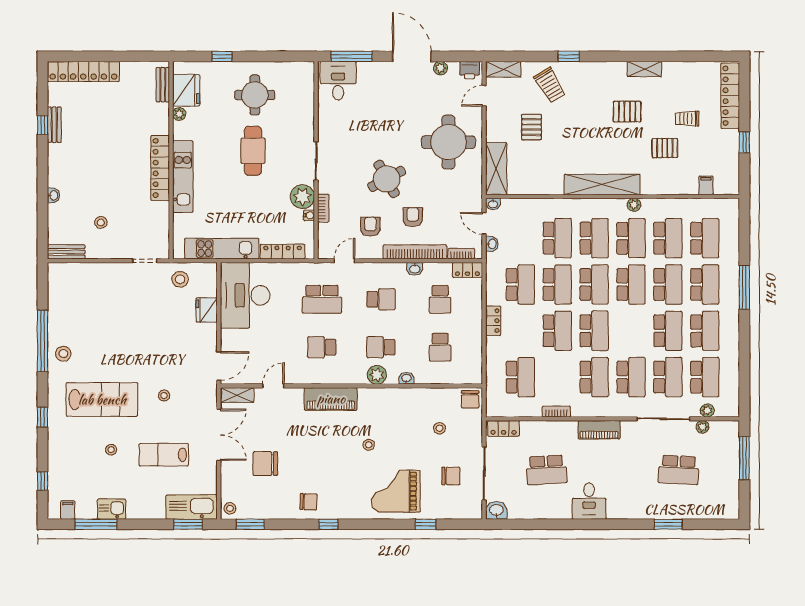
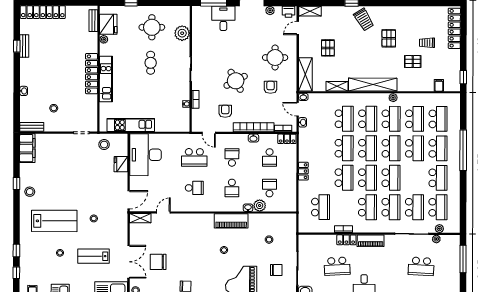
shelving: (644, 69) -> (337, 86), moved
desk: (338, 81) -> (223, 18), moved
trolley: (550, 85) -> (364, 19), moved
pallet: (627, 112) -> (389, 38), turned 90
round table: (448, 142) -> (275, 58), width x0.73, depth x0.73
window: (744, 142) -> (463, 77), moved
cafe table: (253, 151) -> (151, 63), width x0.73, depth x0.74
plant: (302, 197) -> (182, 33), moved
armchair: (413, 217) -> (271, 87), moved
locker: (283, 252) -> (169, 127), removed
door: (344, 261) -> (209, 133), swing flipped
school desk: (520, 284) -> (321, 148), removed
filing cabinet: (59, 285) -> (27, 148), added
window: (744, 287) -> (463, 150), width x1.46
school desk: (381, 299) -> (232, 157), turned -90
school desk: (668, 331) -> (391, 178), moved
window: (43, 341) -> (17, 183), width x0.32
school desk: (322, 347) -> (194, 188), turned 180
school desk: (381, 347) -> (232, 188), turned -90
school desk: (440, 347) -> (269, 188), turned 180
plant: (377, 375) -> (260, 206), moved
piano: (331, 399) -> (231, 221), moved
chair: (470, 399) -> (289, 221), removed
window: (43, 417) -> (16, 251), moved
locker: (503, 428) -> (346, 240), moved
double door: (219, 435) -> (129, 262), moved

